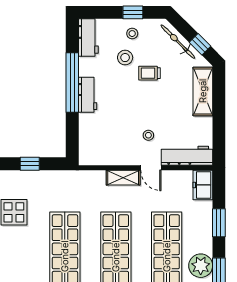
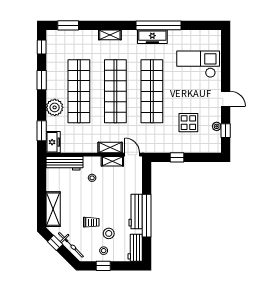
workbench: (88, 95) -> (136, 211), width x1.38
shelving: (120, 158) -> (112, 161), added
door: (151, 168) -> (132, 155), moved
window: (219, 223) -> (42, 131), moved
plant: (201, 266) -> (55, 107), moved

